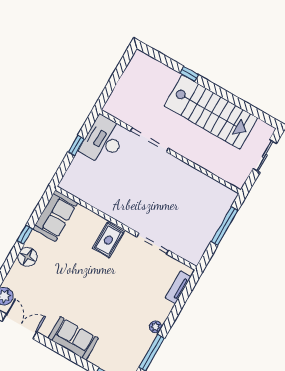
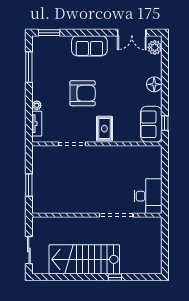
window: (76, 146) -> (165, 182), removed
window: (224, 226) -> (29, 185), width x0.69
window: (25, 235) -> (165, 123), moved
armchair: (110, 292) -> (83, 93), added
plant: (155, 327) -> (37, 105), moved

